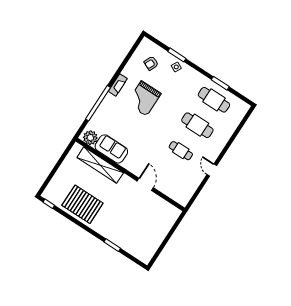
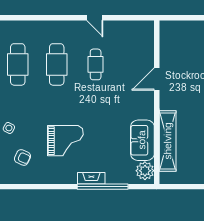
fireplace: (118, 85) -> (91, 178), moved
door: (212, 170) -> (95, 18), hinge flipped

